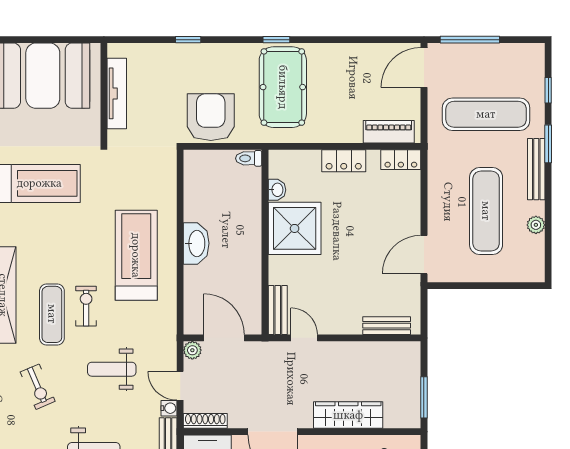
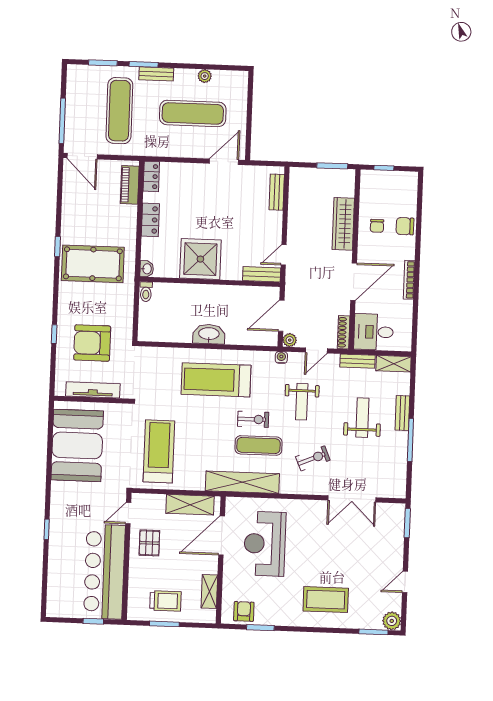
window: (276, 40) -> (57, 247), moved
window: (548, 90) -> (103, 63), width x1.50
armchair: (211, 117) -> (92, 343), moved
bench: (536, 169) -> (156, 74), width x0.73
washbasin: (277, 190) -> (147, 269), moved, turned 90
door: (424, 255) -> (224, 162), swing flipped
exercise bike: (86, 306) -> (253, 419), turned 180
water cooler: (169, 408) -> (281, 357), moved

